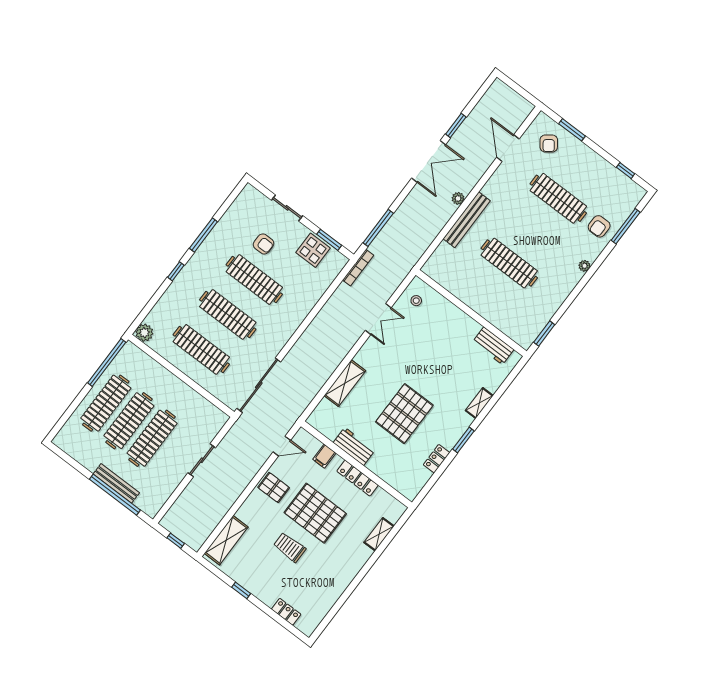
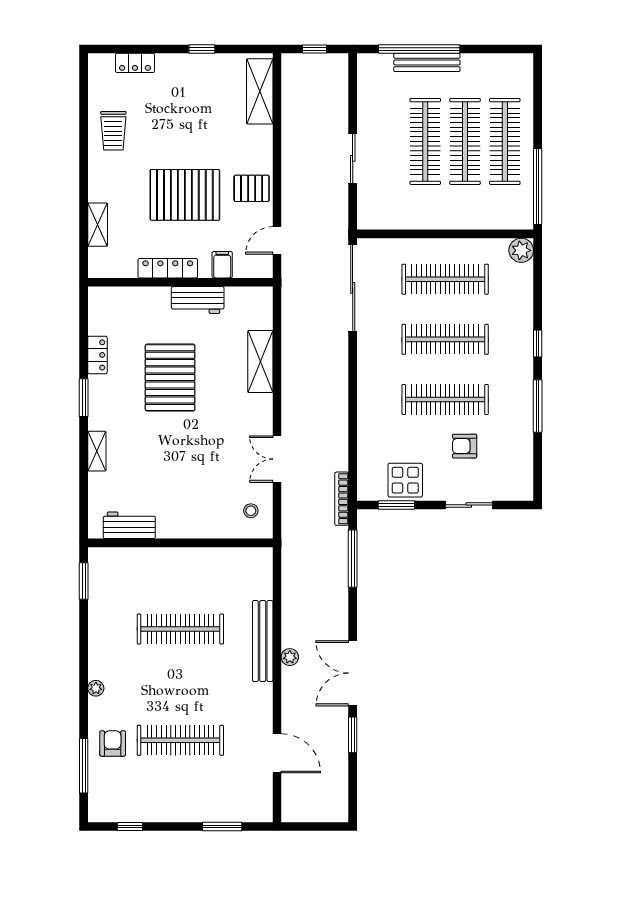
armchair: (549, 143) -> (236, 792), removed
trolley: (290, 547) -> (113, 131), moved, turned 90

